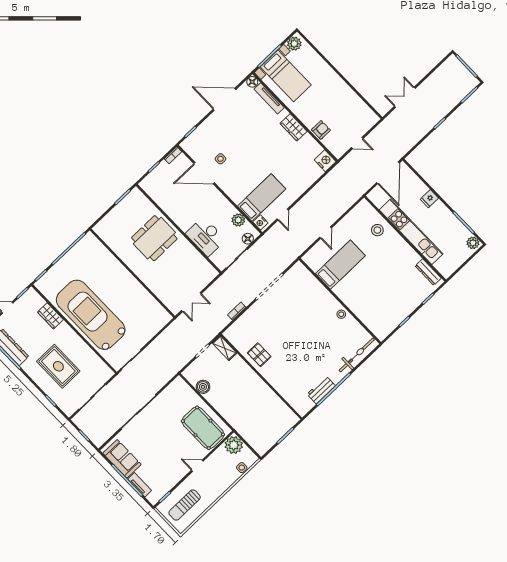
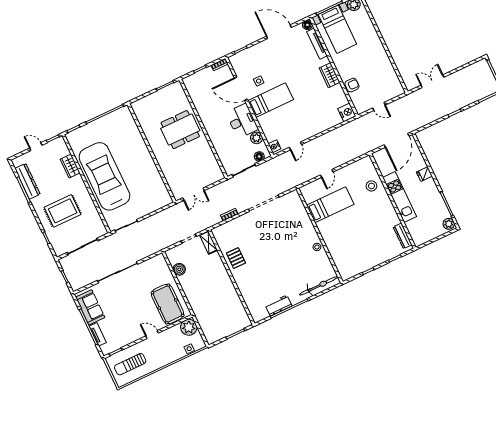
bed: (262, 197) -> (271, 100), moved
kitchen unit: (411, 232) -> (400, 197), width x0.73
desk: (206, 237) -> (242, 121), moved, turned 180
rug: (58, 366) -> (63, 211), turned 90

